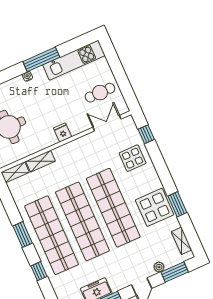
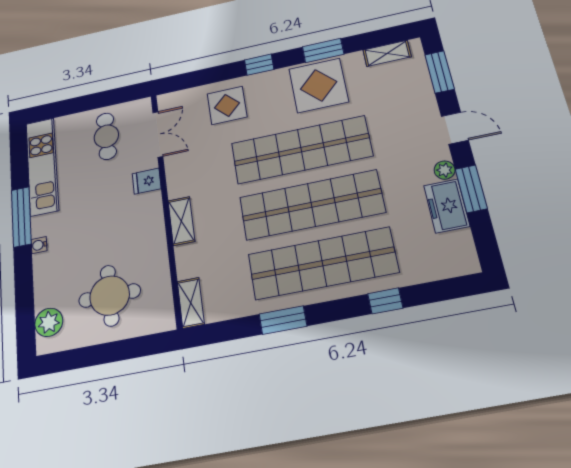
double door: (107, 123) -> (158, 134), swing flipped
fridge: (63, 133) -> (147, 181), moved
window: (146, 134) -> (259, 65), moved
shelving: (41, 161) -> (181, 221), moved
window: (23, 235) -> (283, 320), moved
plant: (159, 267) -> (445, 170), moved

